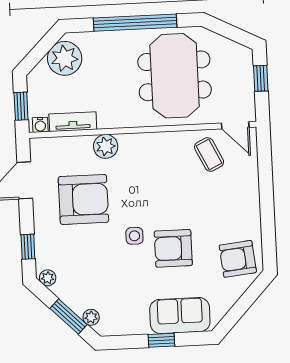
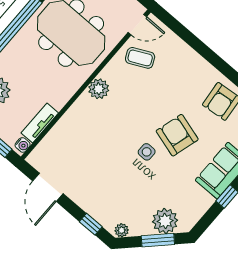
plant: (106, 146) -> (99, 89), moved
armchair: (83, 199) -> (94, 162), removed
armchair: (173, 248) -> (177, 135), turned 106
plant: (91, 317) -> (165, 221), width x1.87, depth x1.87

